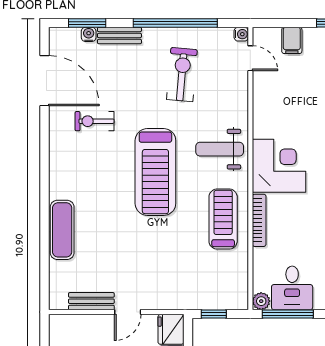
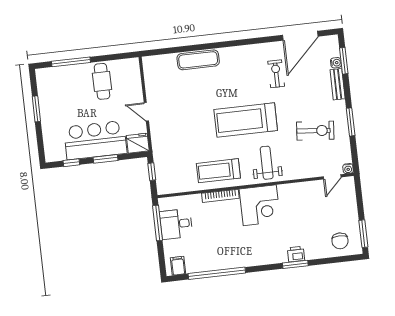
window: (175, 23) -> (351, 122), width x0.47
filing cabinet: (292, 40) -> (348, 204), removed
treadmill: (223, 219) -> (218, 171), turned 180
bench: (91, 301) -> (151, 86), removed
plant: (261, 301) -> (164, 204), removed

